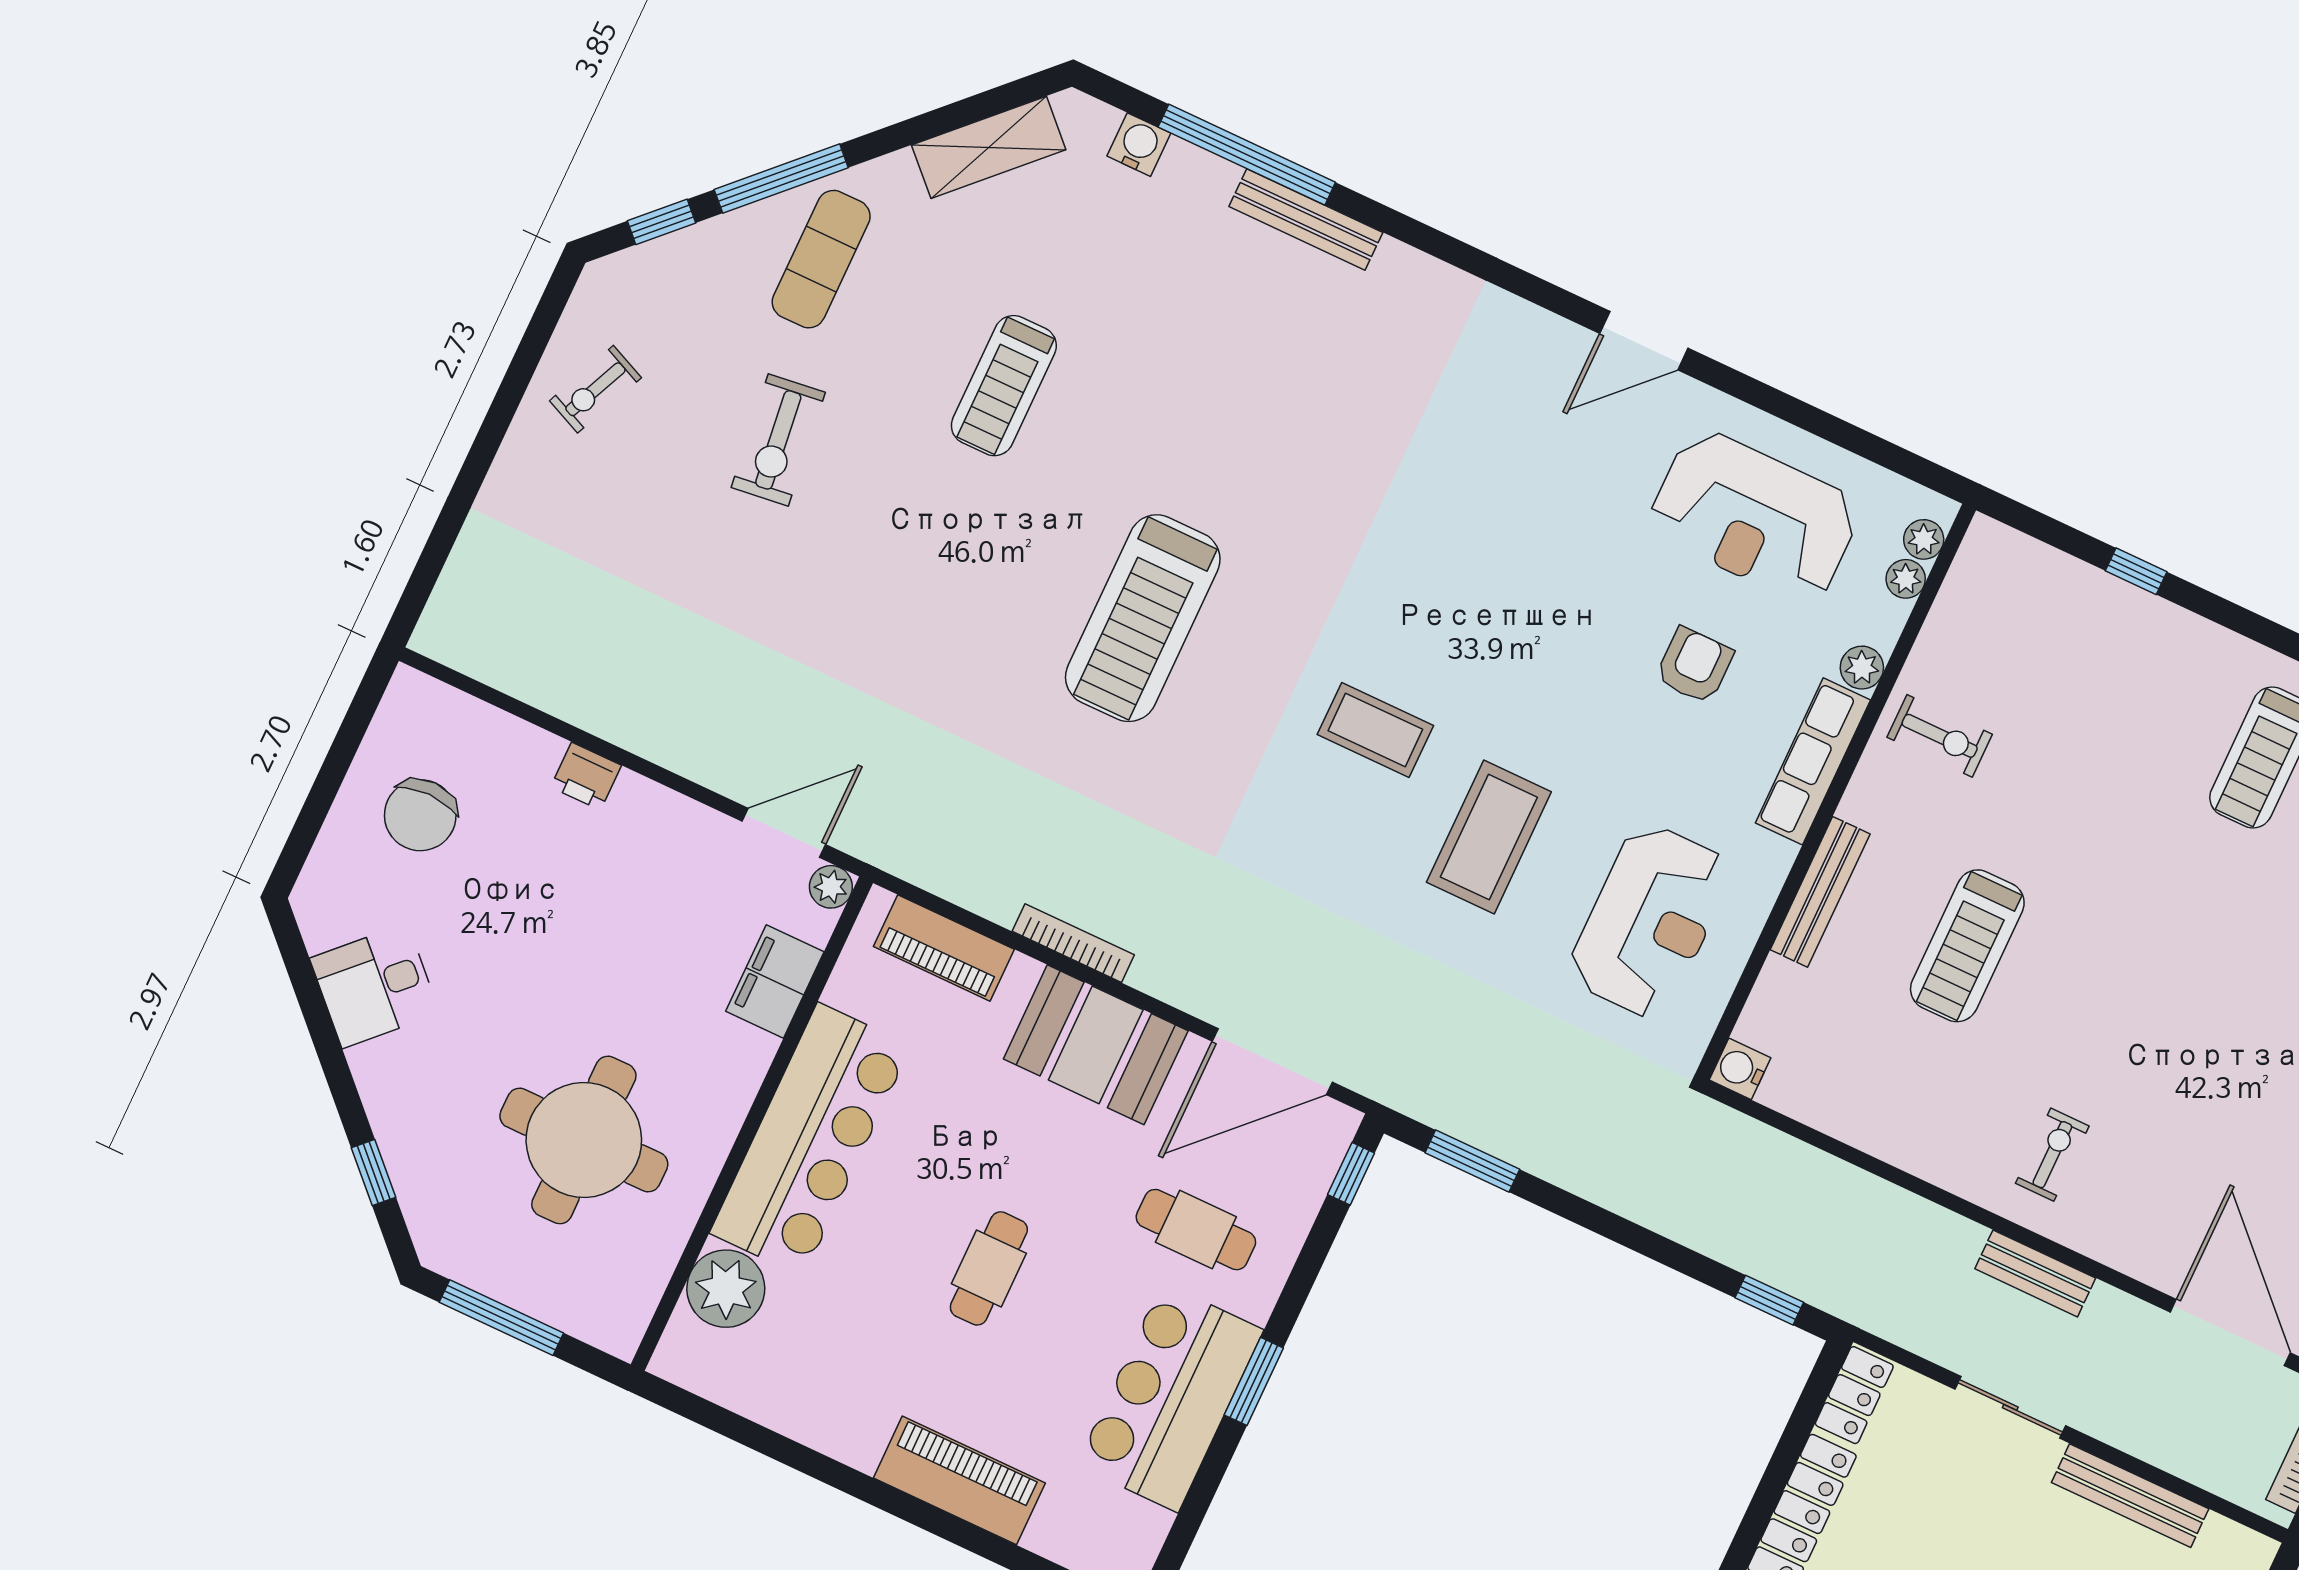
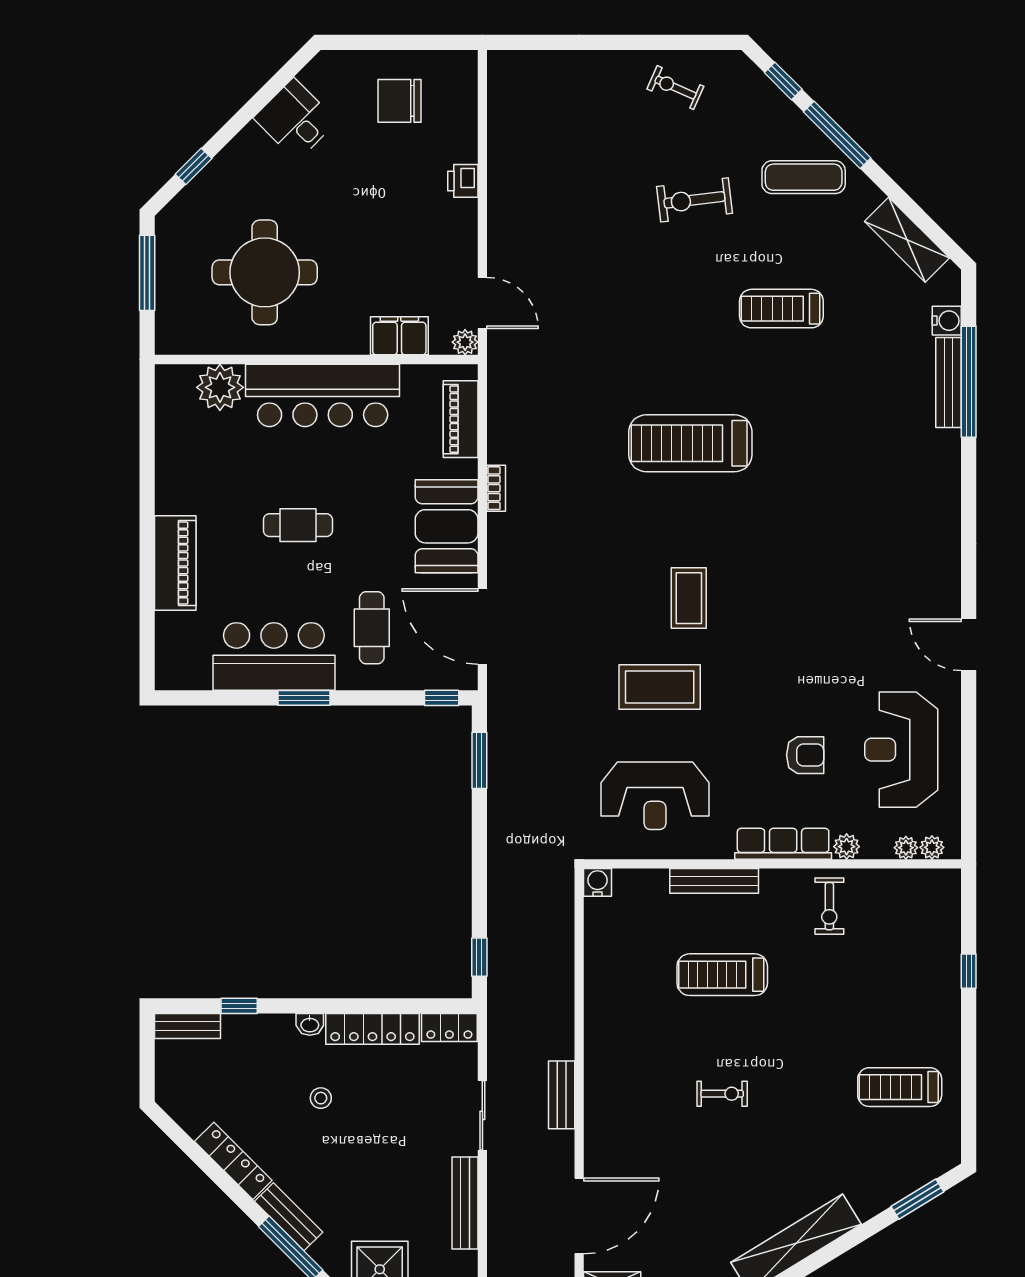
bench: (1306, 219) -> (949, 382), moved
bookcase: (1073, 943) -> (496, 488), width x0.64
exercise bike: (2052, 1155) -> (722, 1094), moved

